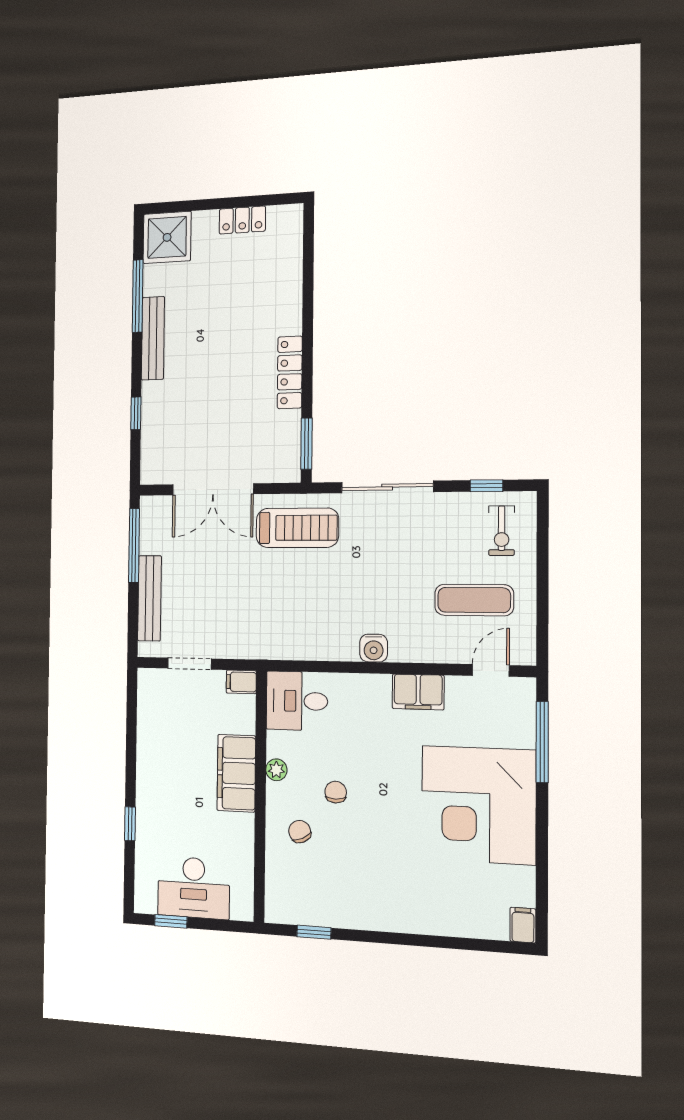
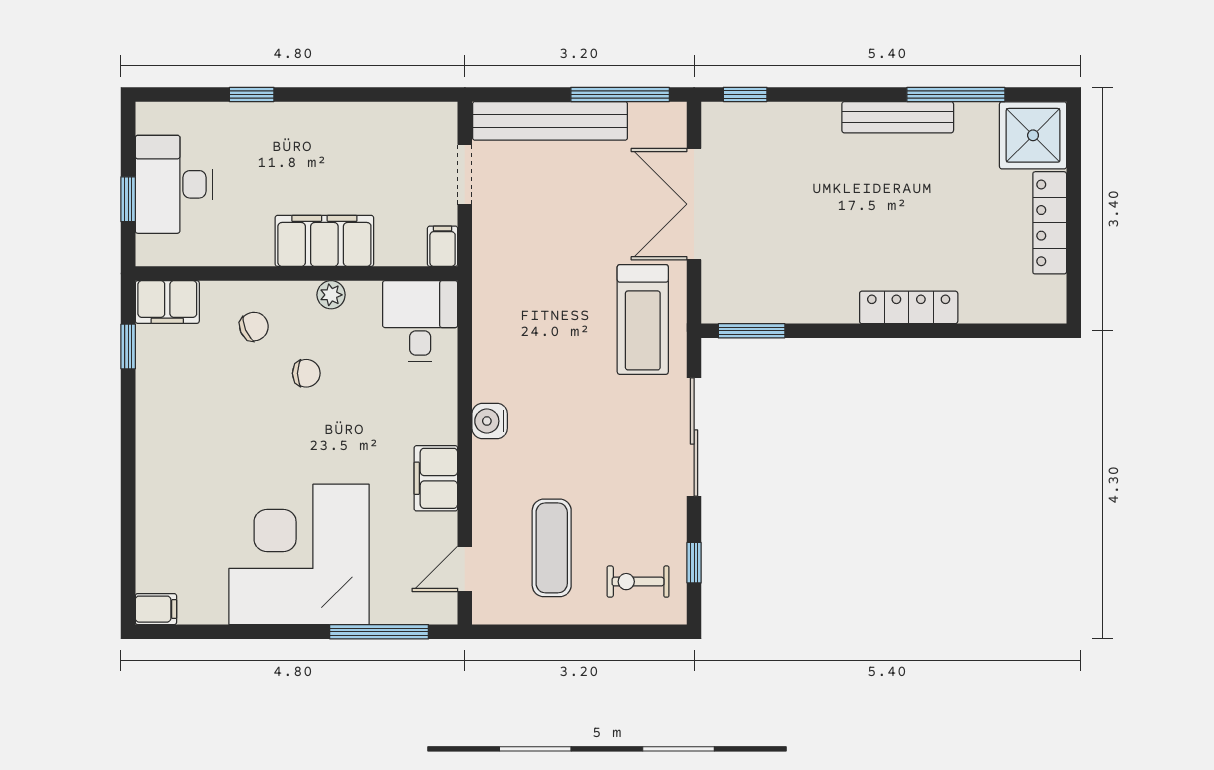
locker: (242, 220) -> (1050, 223), width x1.53
locker: (290, 372) -> (909, 307), moved
window: (136, 413) -> (745, 94), moved
bench: (149, 598) -> (550, 121), width x1.37, depth x1.21
door: (491, 670) -> (465, 569), swing flipped
filing cabinet: (281, 899) -> (167, 302), added
window: (171, 921) -> (128, 199), moved

